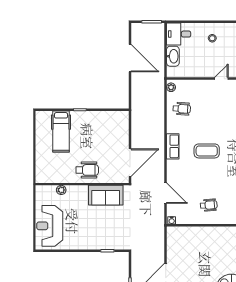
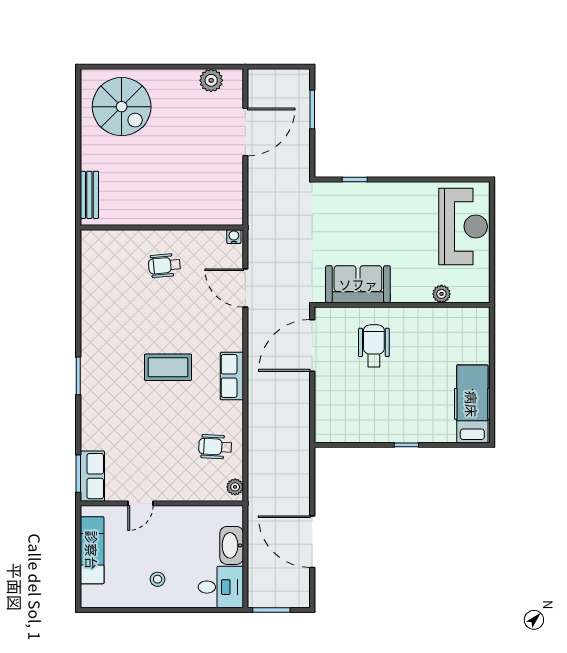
hospital bed: (61, 131) -> (472, 404), moved
wheelchair: (87, 170) -> (374, 346), moved, turned 90

